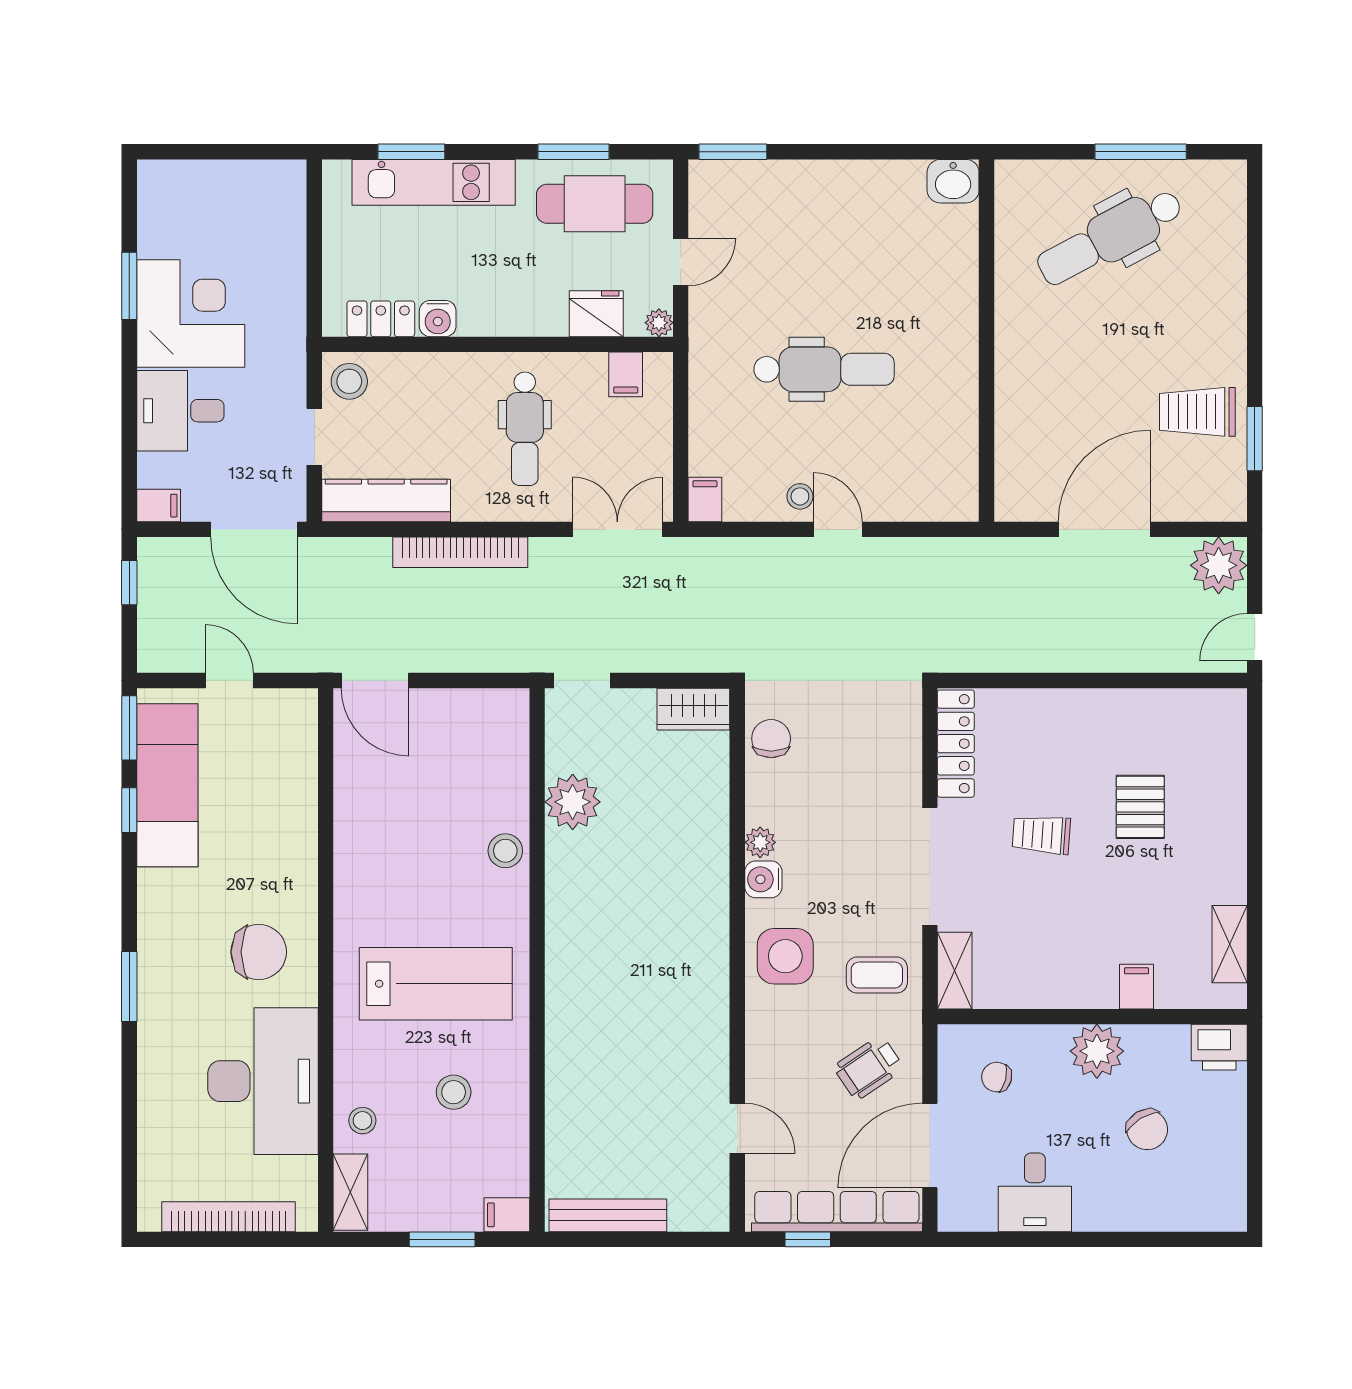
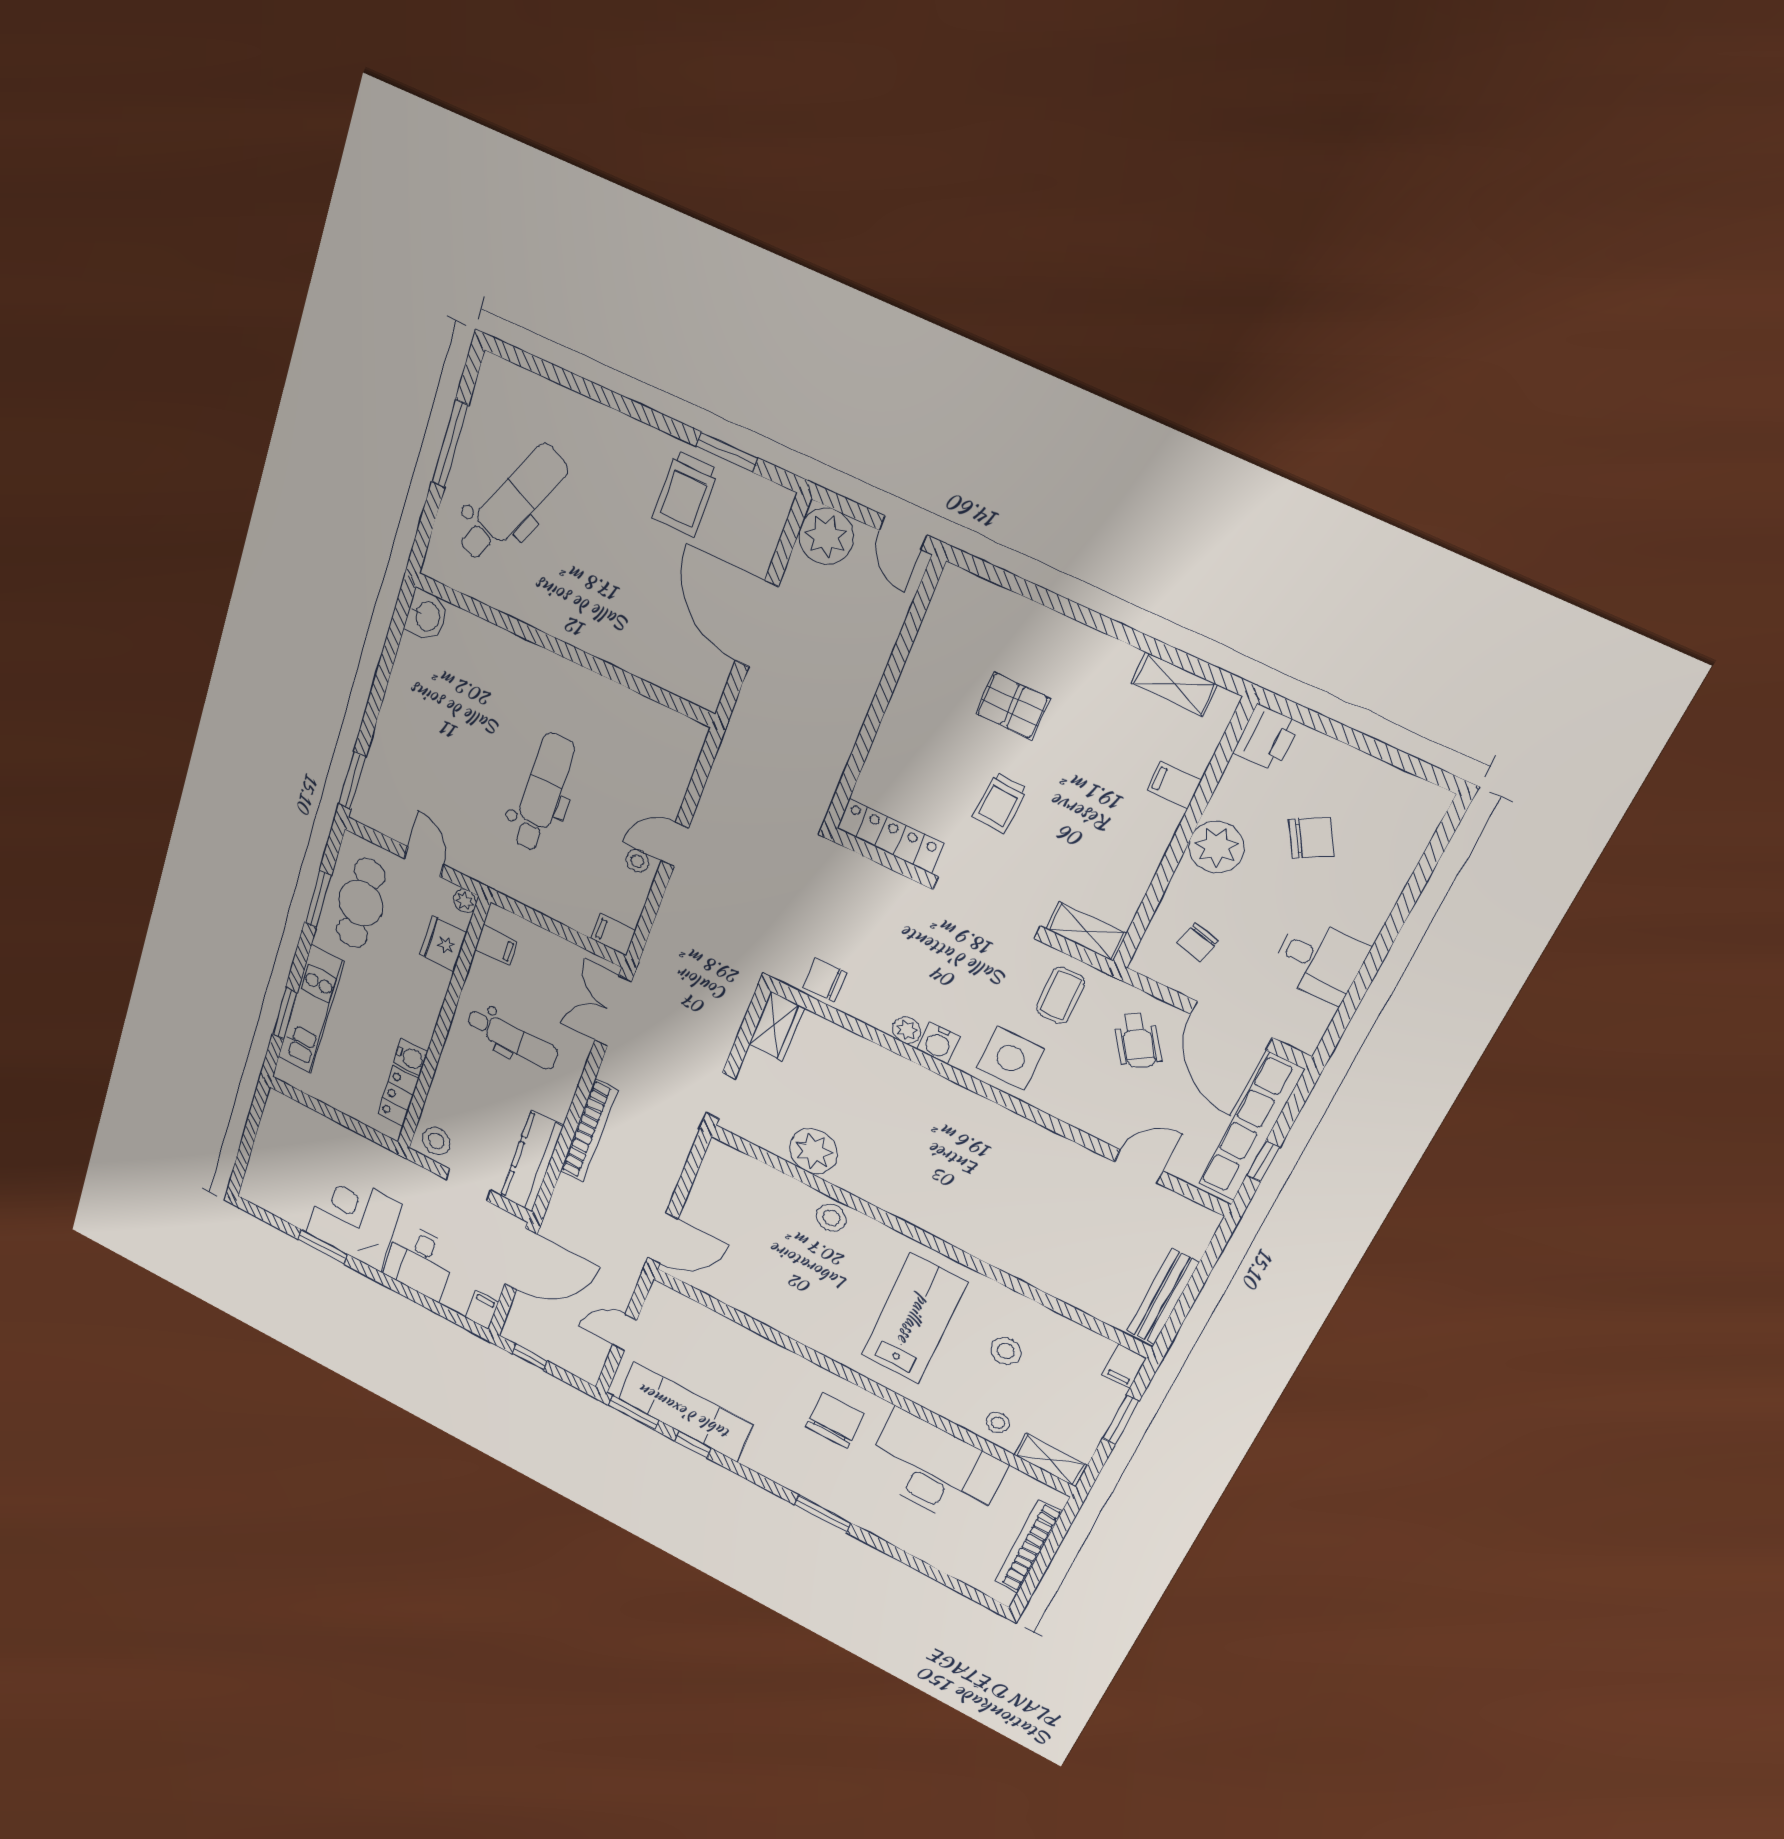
dental chair: (1110, 237) -> (512, 503), turned -127

